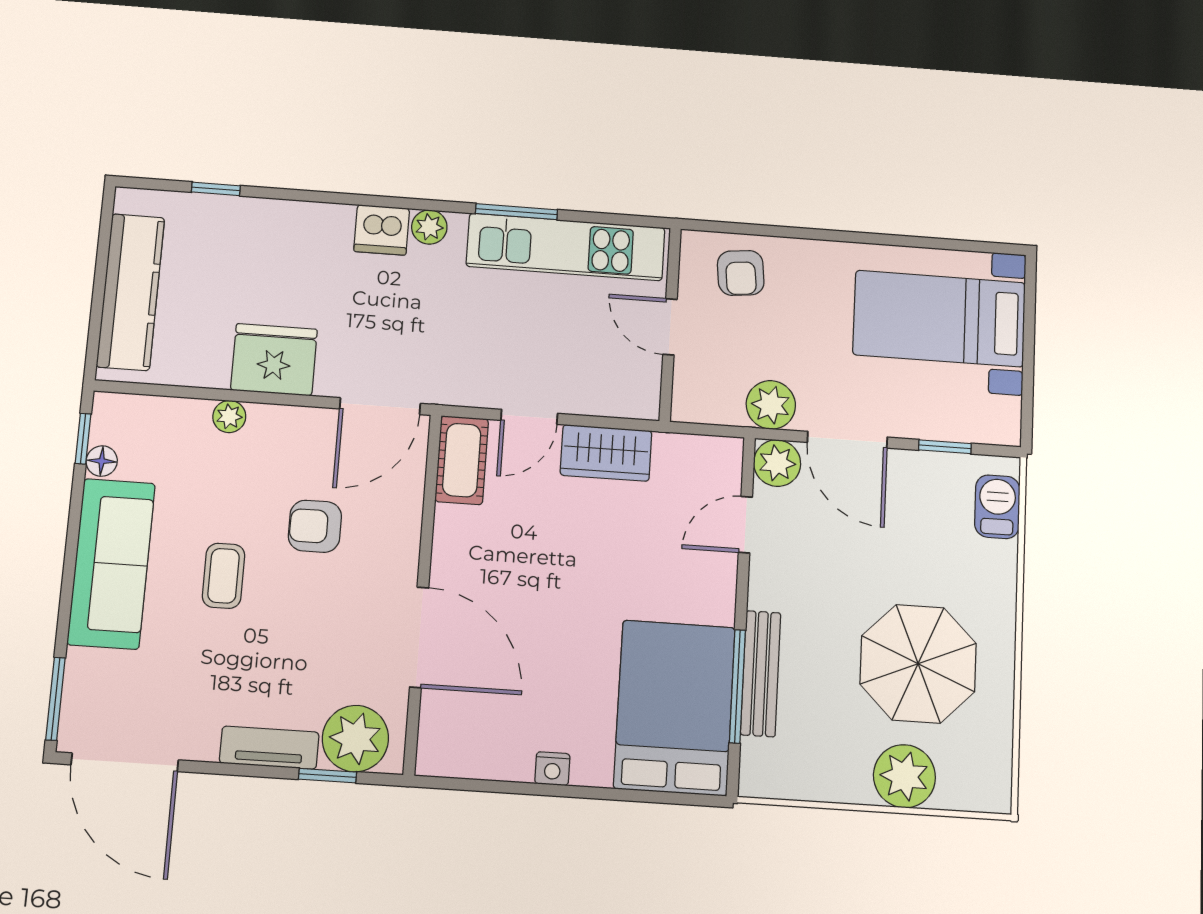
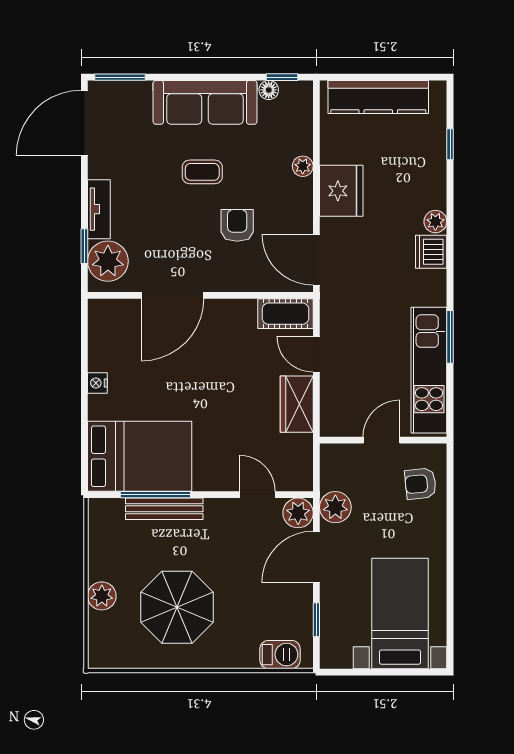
plant: (429, 227) -> (435, 222), moved
plant: (904, 776) -> (102, 596), width x0.73, depth x0.73

